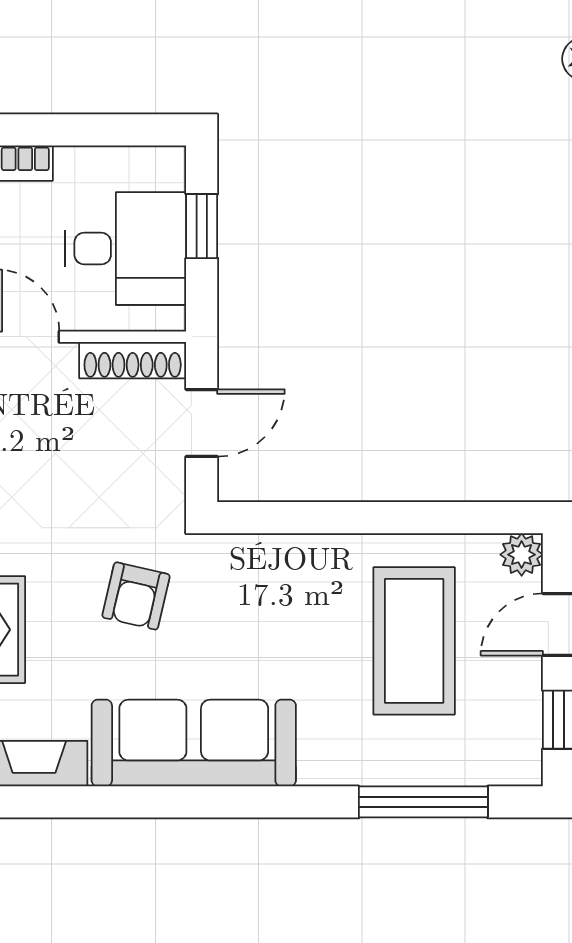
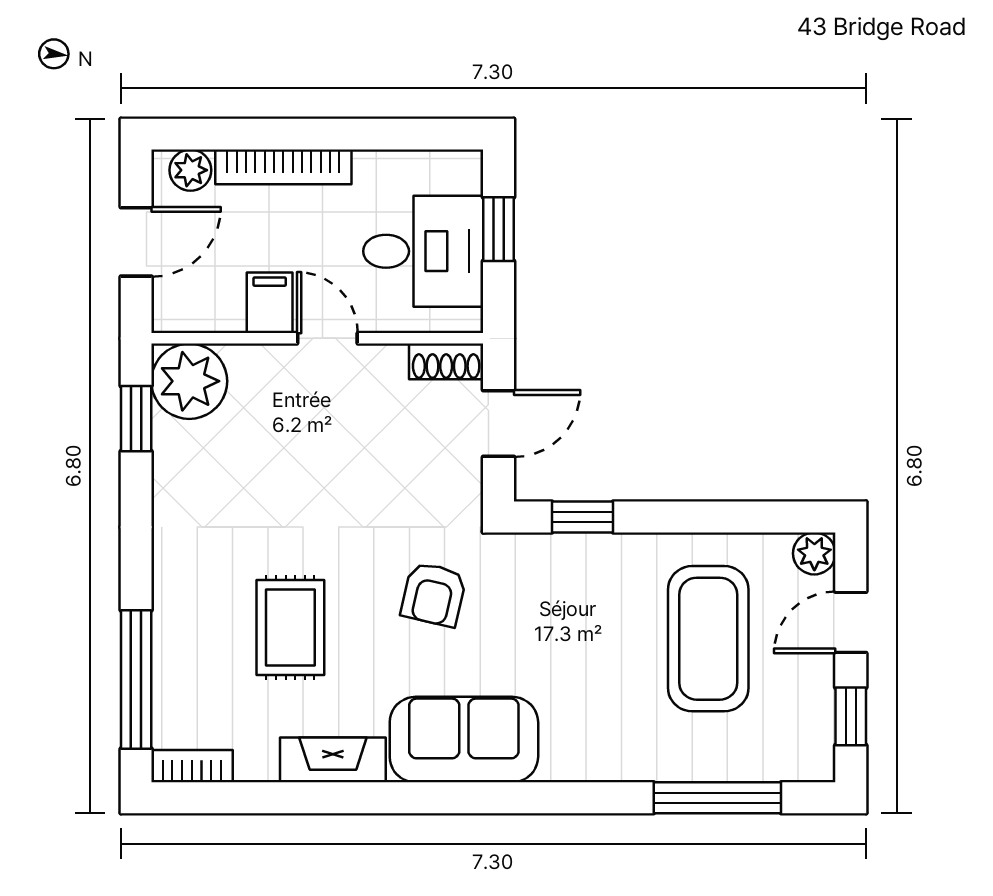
shoe rack: (133, 360) -> (446, 361), width x0.70
window: (287, 518) -> (582, 517), added
sofa: (194, 743) -> (464, 740), width x0.73

